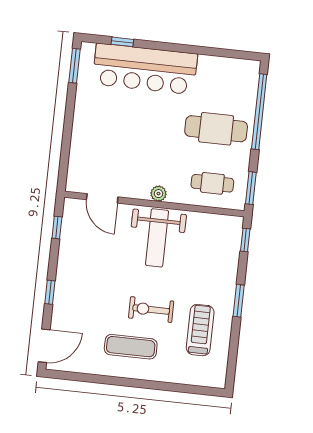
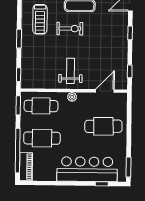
piano: (248, 83) -> (26, 167), added
cafe table: (110, 139) -> (103, 126), added
cafe table: (212, 183) -> (41, 106), width x1.37, depth x1.35
door: (102, 198) -> (105, 91), hinge flipped
weight bench: (157, 238) -> (70, 71), width x0.73, depth x0.75

